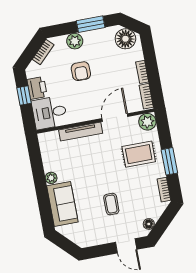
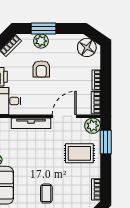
window: (91, 24) -> (43, 28), moved
window: (169, 161) -> (106, 142), moved

